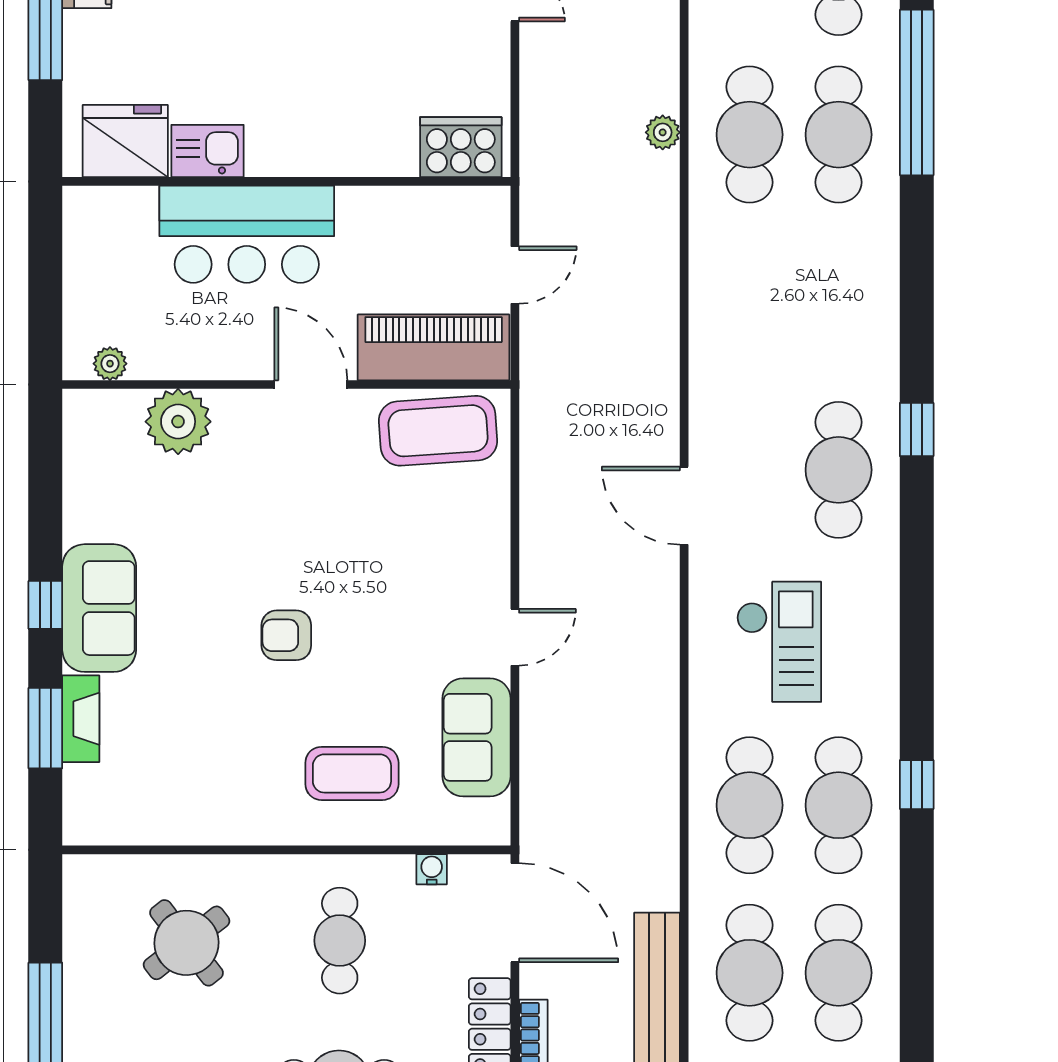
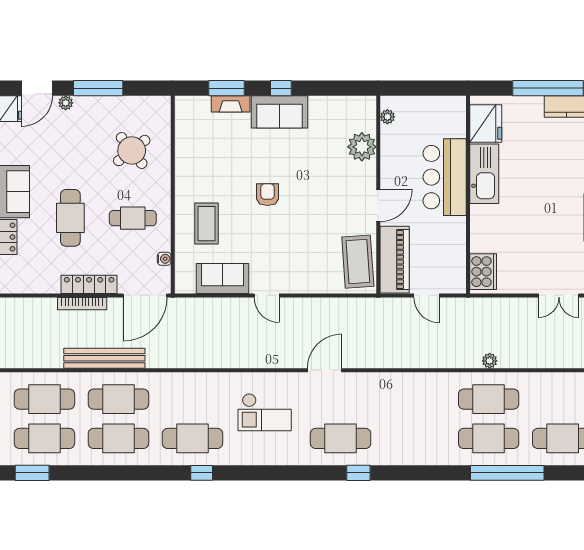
kitchen sink: (208, 151) -> (484, 174), width x1.87, depth x1.24
cafe table: (750, 805) -> (192, 399), removed

